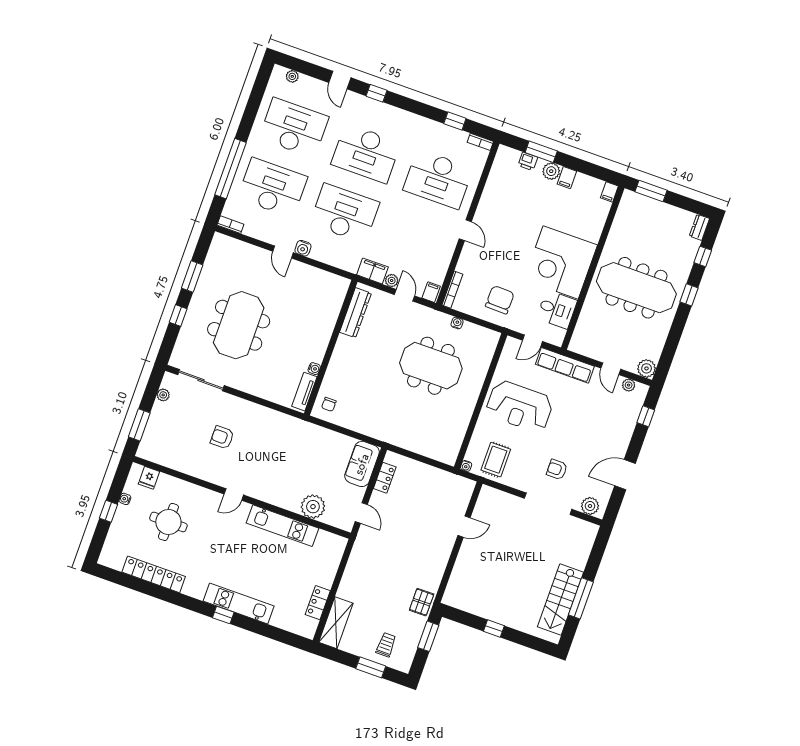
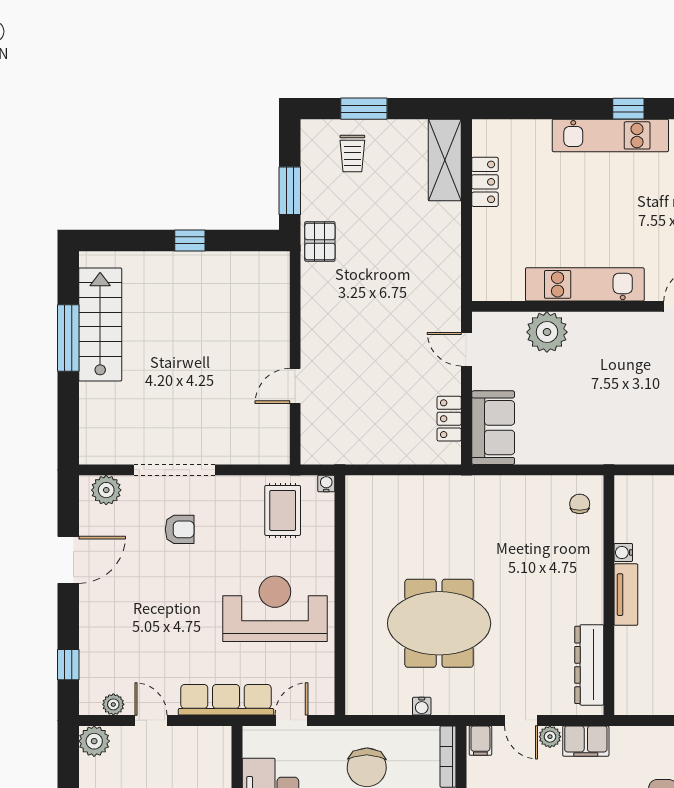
tv unit: (304, 392) -> (626, 595), moved

